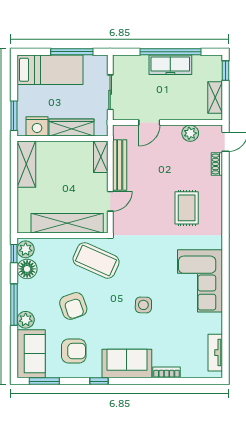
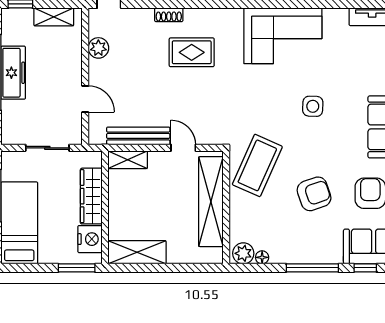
shoe rack: (217, 164) -> (169, 15), moved
window: (14, 254) -> (365, 268), moved
floor lamp: (27, 269) -> (262, 257), width x0.53, depth x0.53
plant: (26, 320) -> (331, 253), removed

